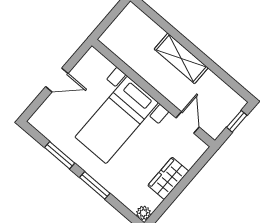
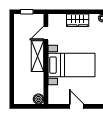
boiler: (109, 38) -> (39, 99), added
shelving: (181, 58) -> (37, 56), moved

